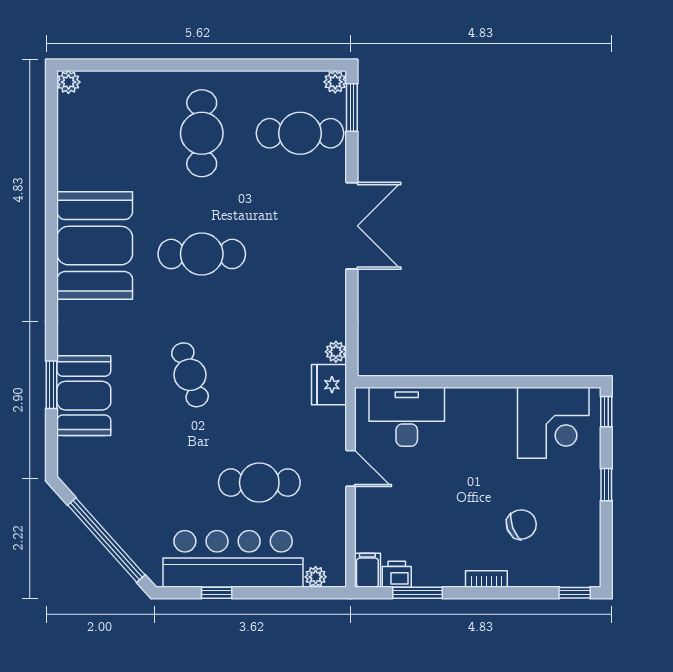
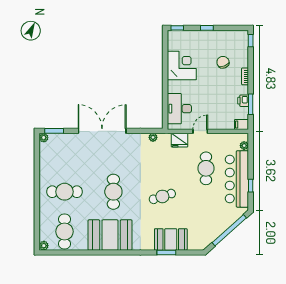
cafe table: (300, 133) -> (65, 232), moved
double door: (352, 226) -> (102, 131), width x1.36
fridge: (329, 385) -> (180, 140), moved
corner desk: (553, 423) -> (182, 66), moved
printer: (397, 574) -> (243, 101), moved

